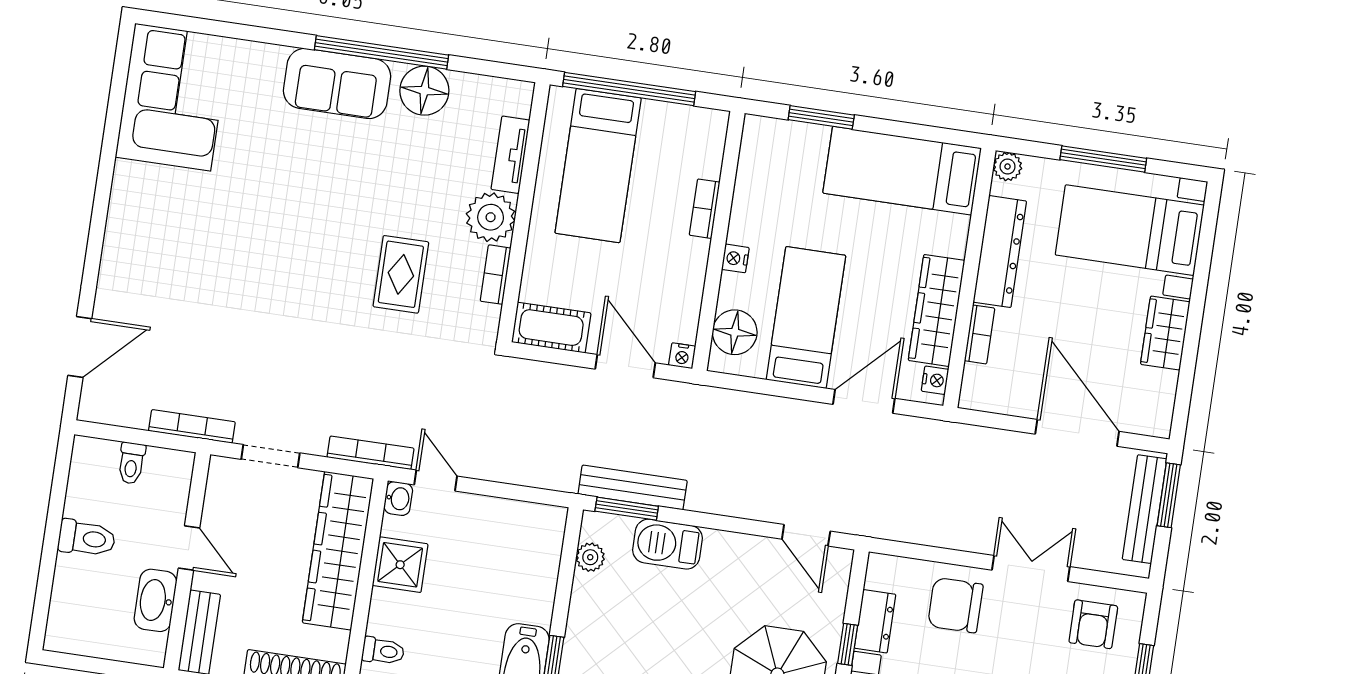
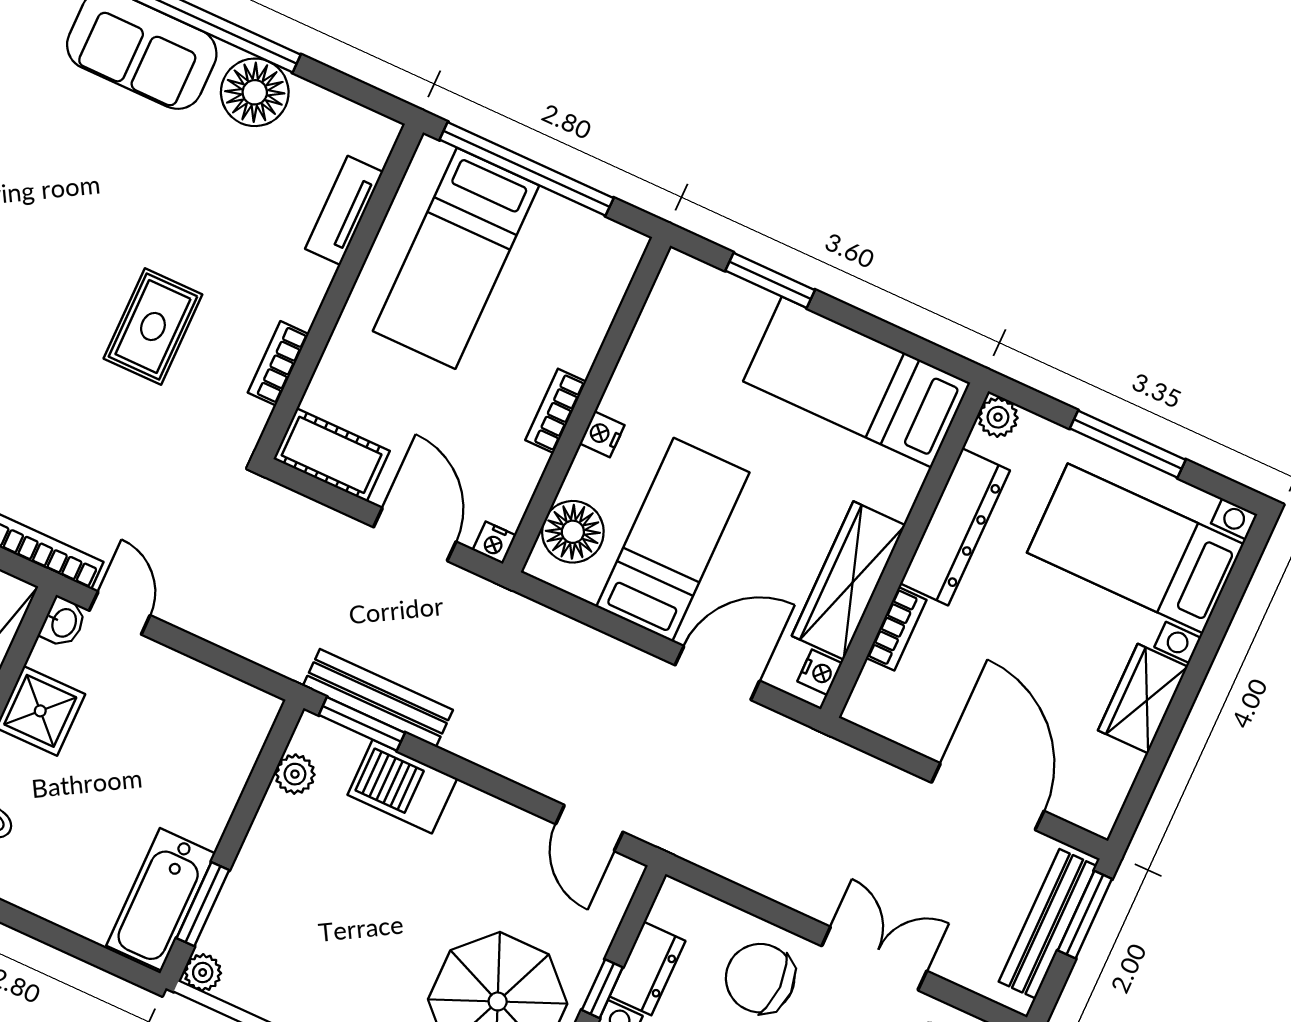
bookcase: (705, 209) -> (556, 411), moved
plant: (491, 217) -> (294, 285), removed

